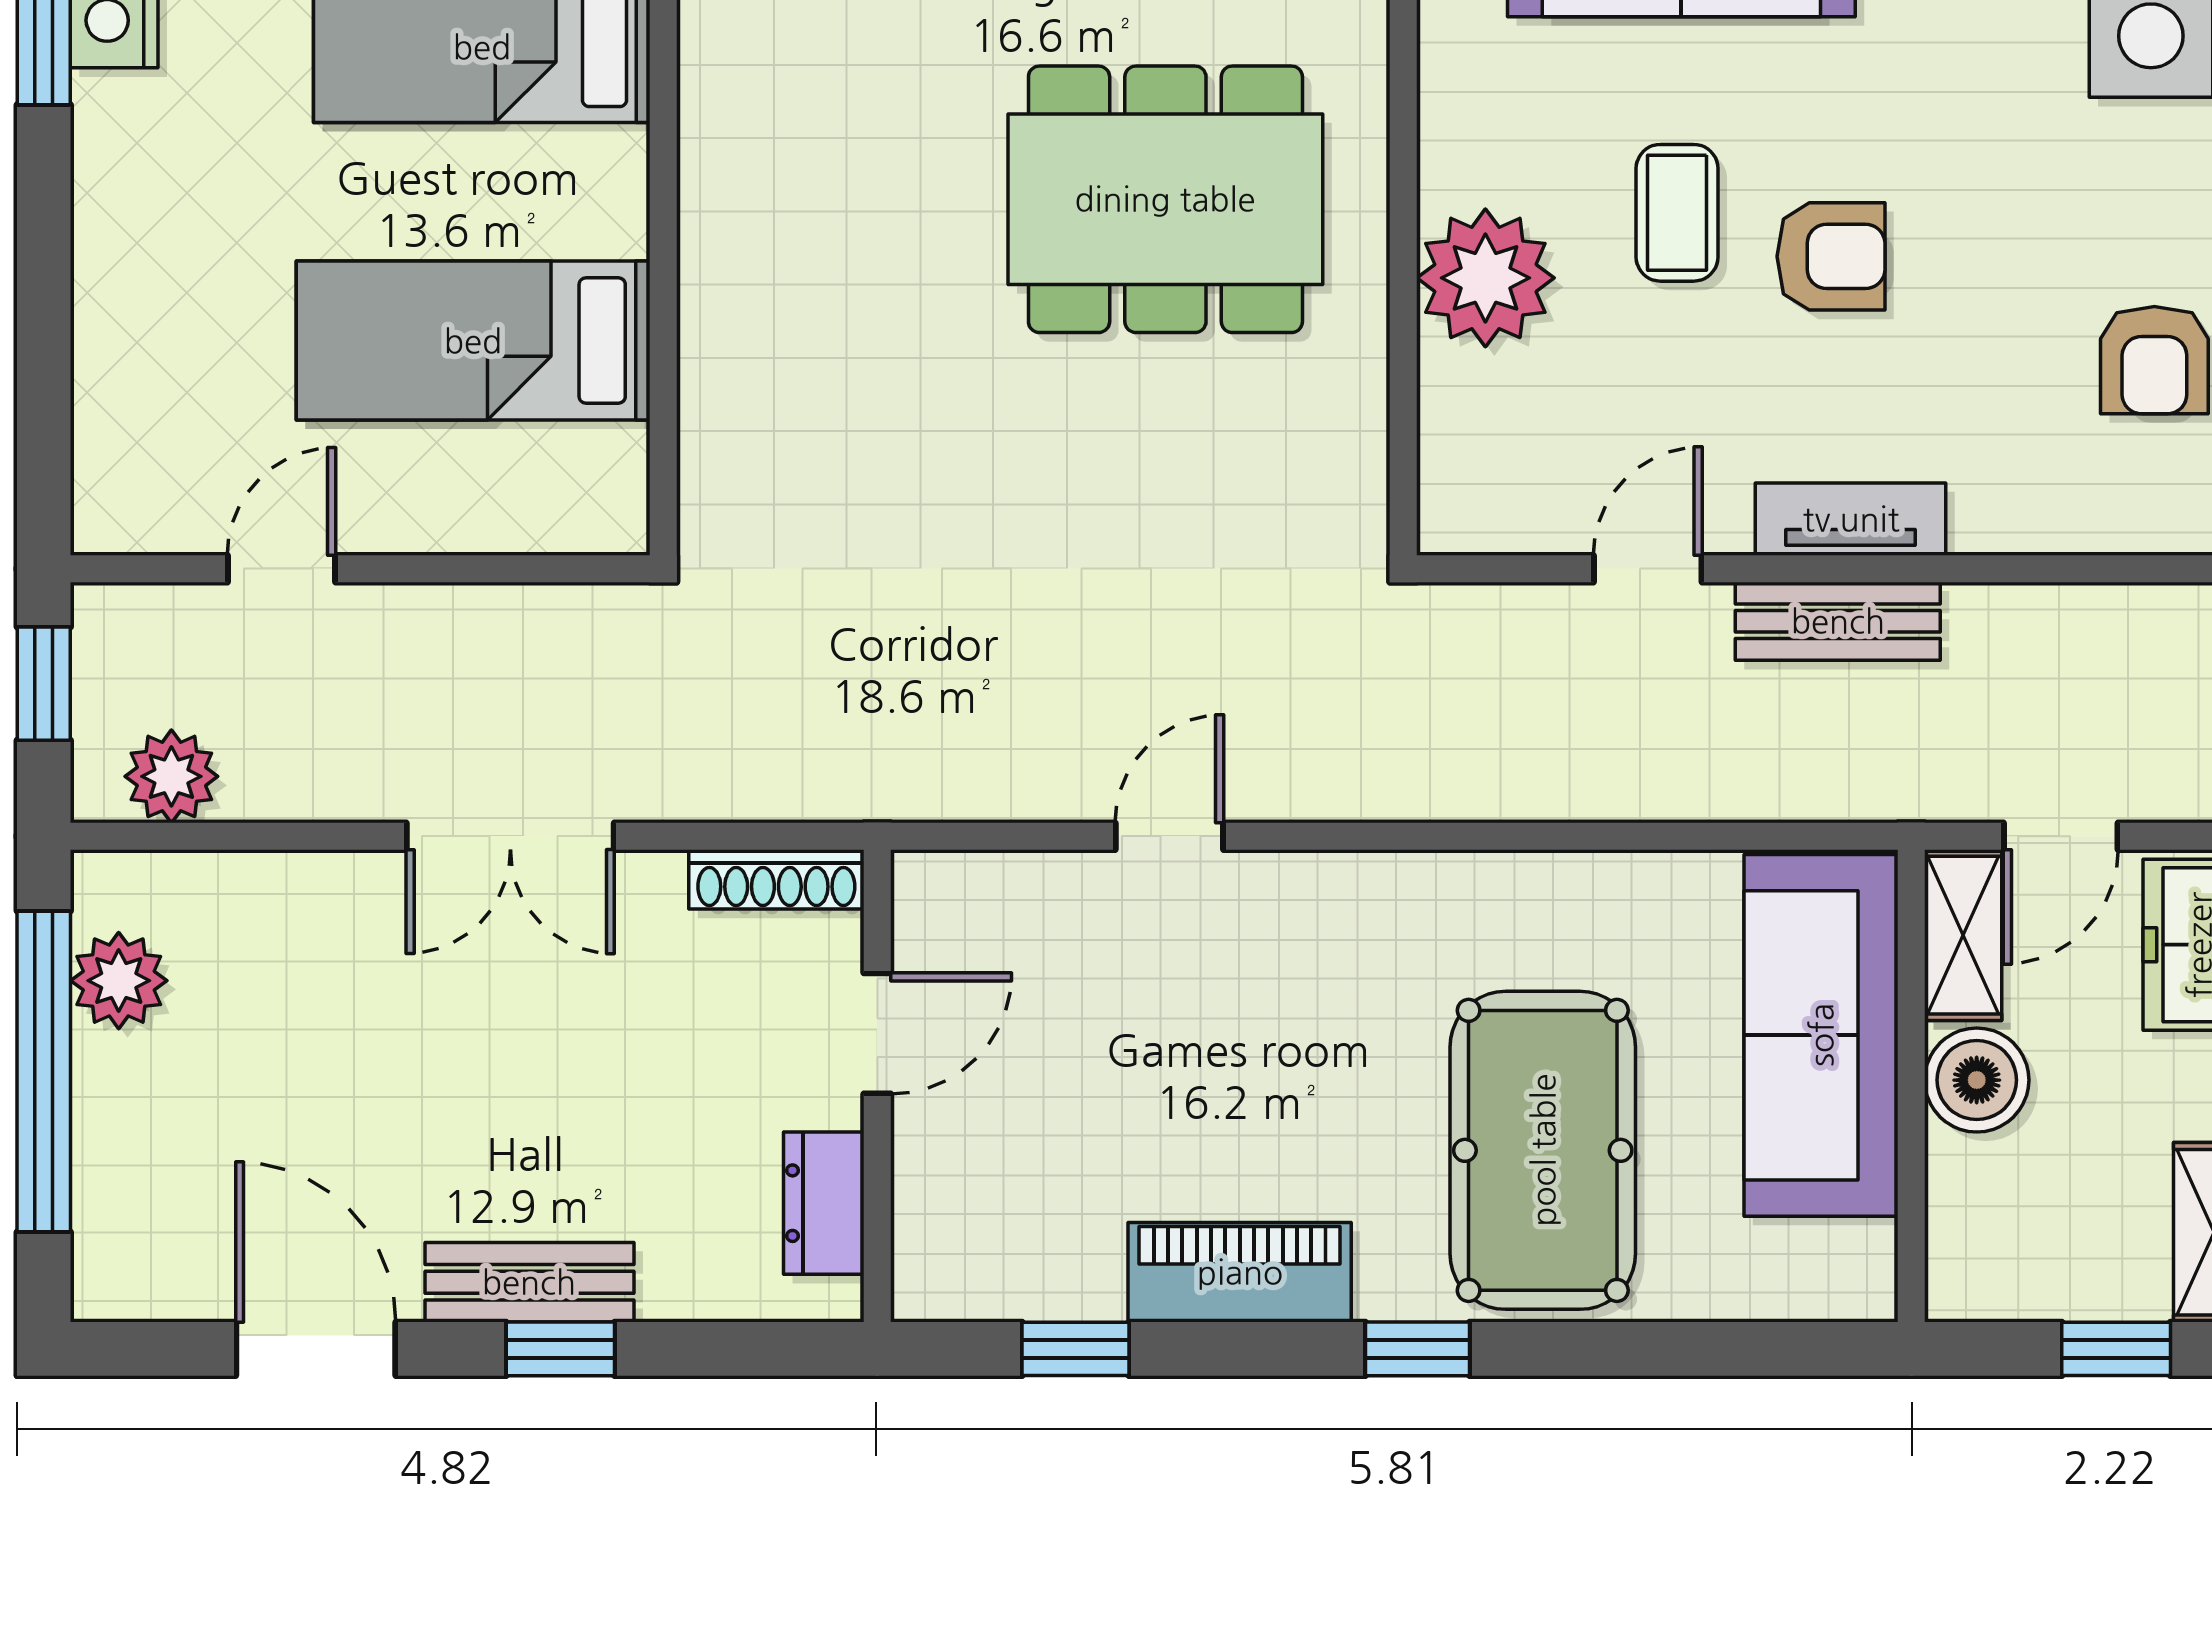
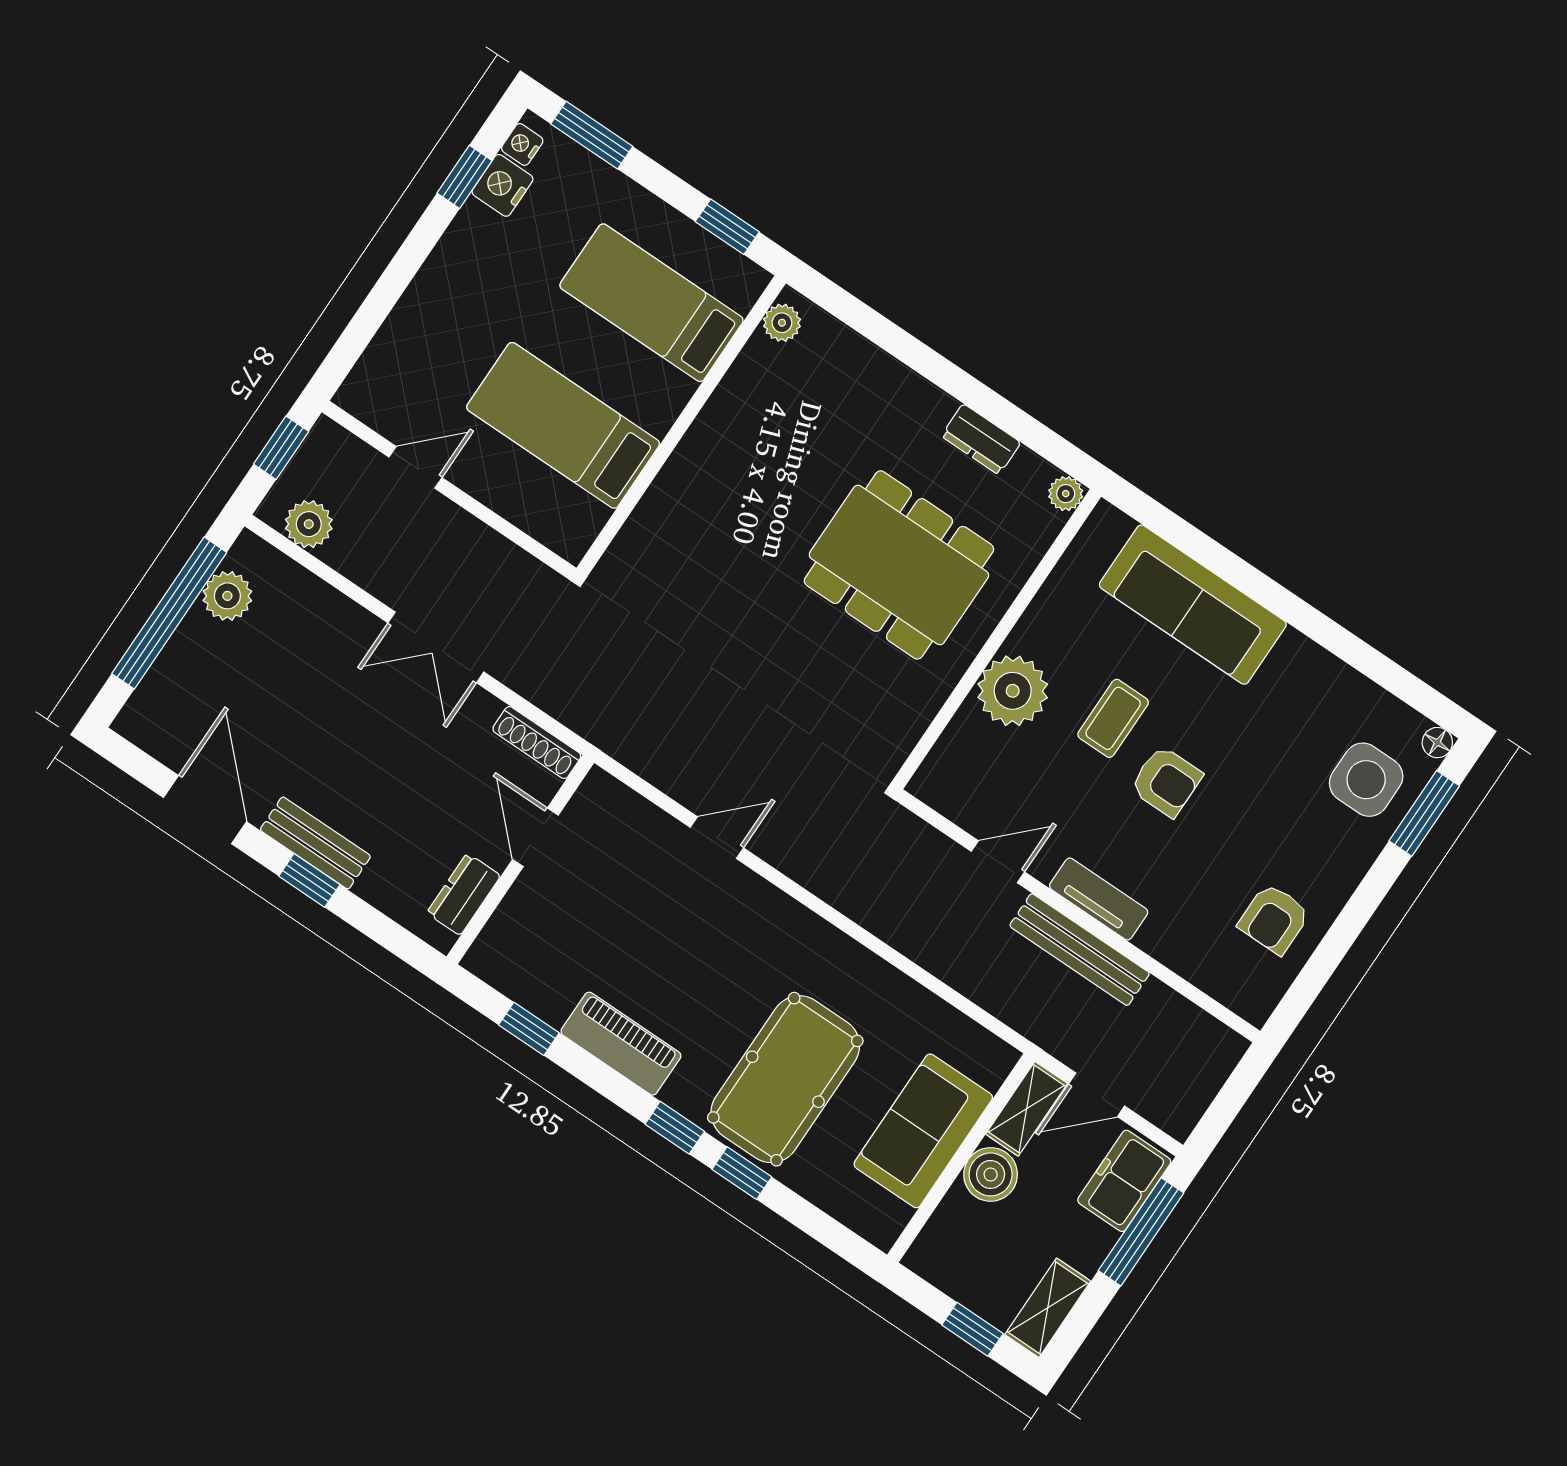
bench: (1838, 621) -> (1080, 950), width x1.36
door: (877, 1033) -> (535, 837), swing flipped
sofa: (1821, 1035) -> (923, 1131), width x0.73
window: (1575, 1349) -> (742, 1173), added

